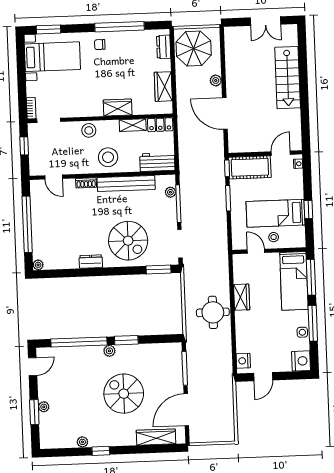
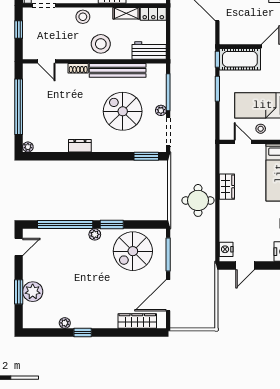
plant: (170, 192) -> (161, 110), moved
spiral stairs: (128, 241) -> (123, 111), moved, turned 180
spiral stairs: (124, 394) -> (133, 251), moved, turned -90
plant: (44, 407) -> (33, 292), width x1.88, depth x1.88

